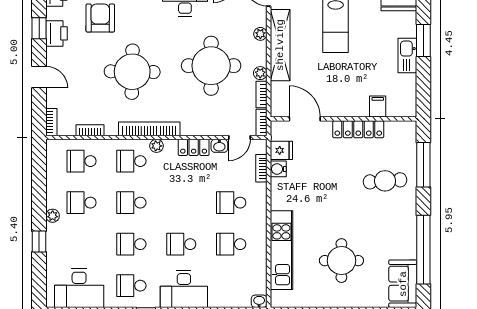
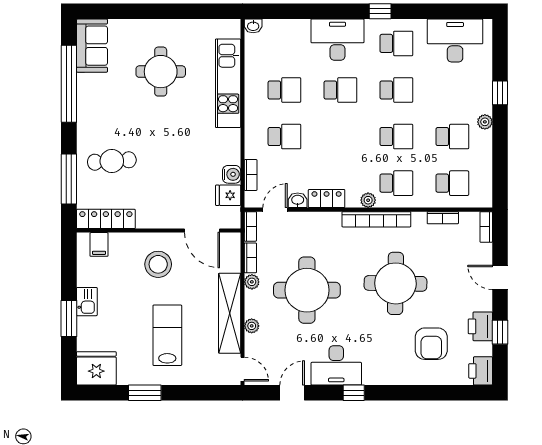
kitchen sink: (407, 56) -> (87, 302), width x0.73
stool: (344, 89) -> (158, 264), added
filing cabinet: (378, 106) -> (99, 244), moved
locker: (358, 129) -> (106, 219), moved

